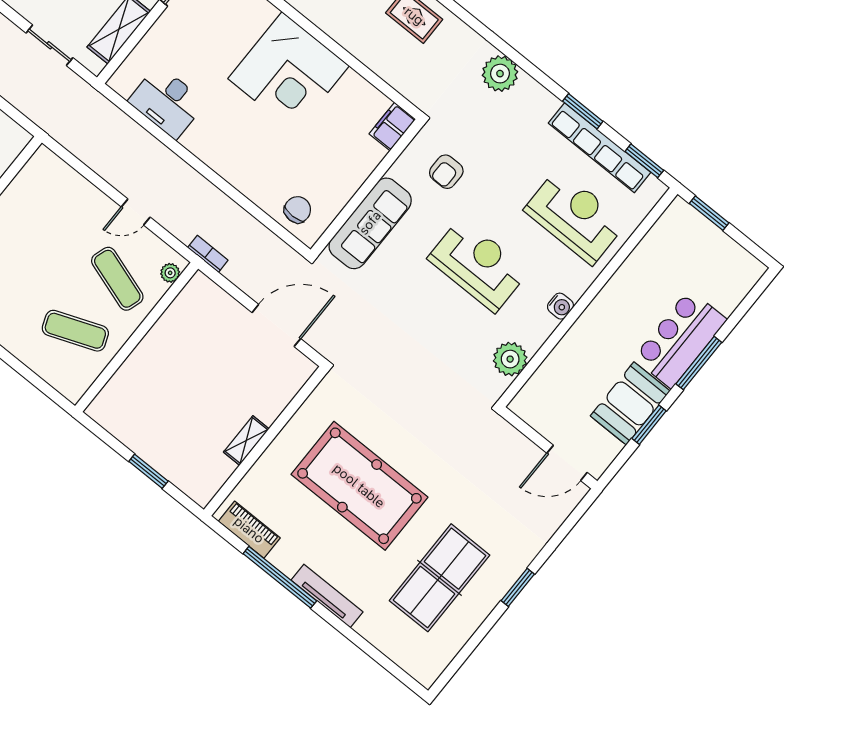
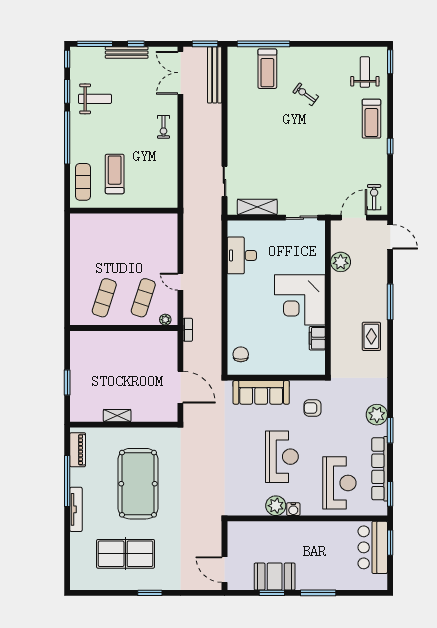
plant: (500, 74) -> (377, 415), moved
window: (583, 111) -> (390, 430), moved
filing cabinet: (392, 127) -> (317, 338), moved, turned -90
chair: (298, 210) -> (241, 354), turned -90
exercise mat: (75, 331) -> (104, 298), turned 39
bar counter: (680, 339) -> (373, 547), moved, turned -90
plant: (510, 359) -> (276, 506), moved

